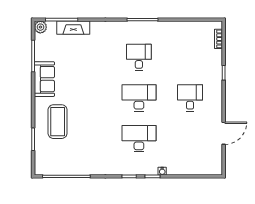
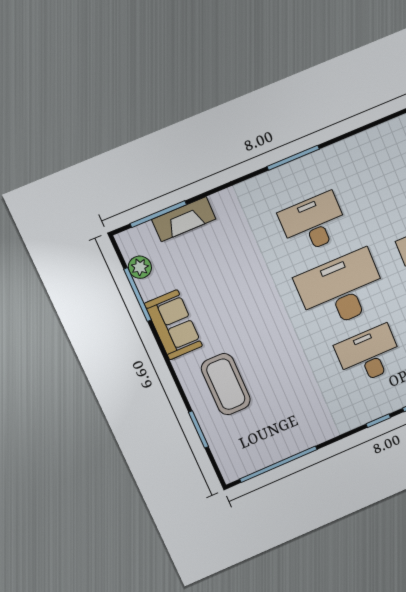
plant: (40, 27) -> (140, 267), moved
desk: (139, 57) -> (313, 223), width x1.37
desk: (139, 98) -> (341, 290), width x1.36, depth x1.30

